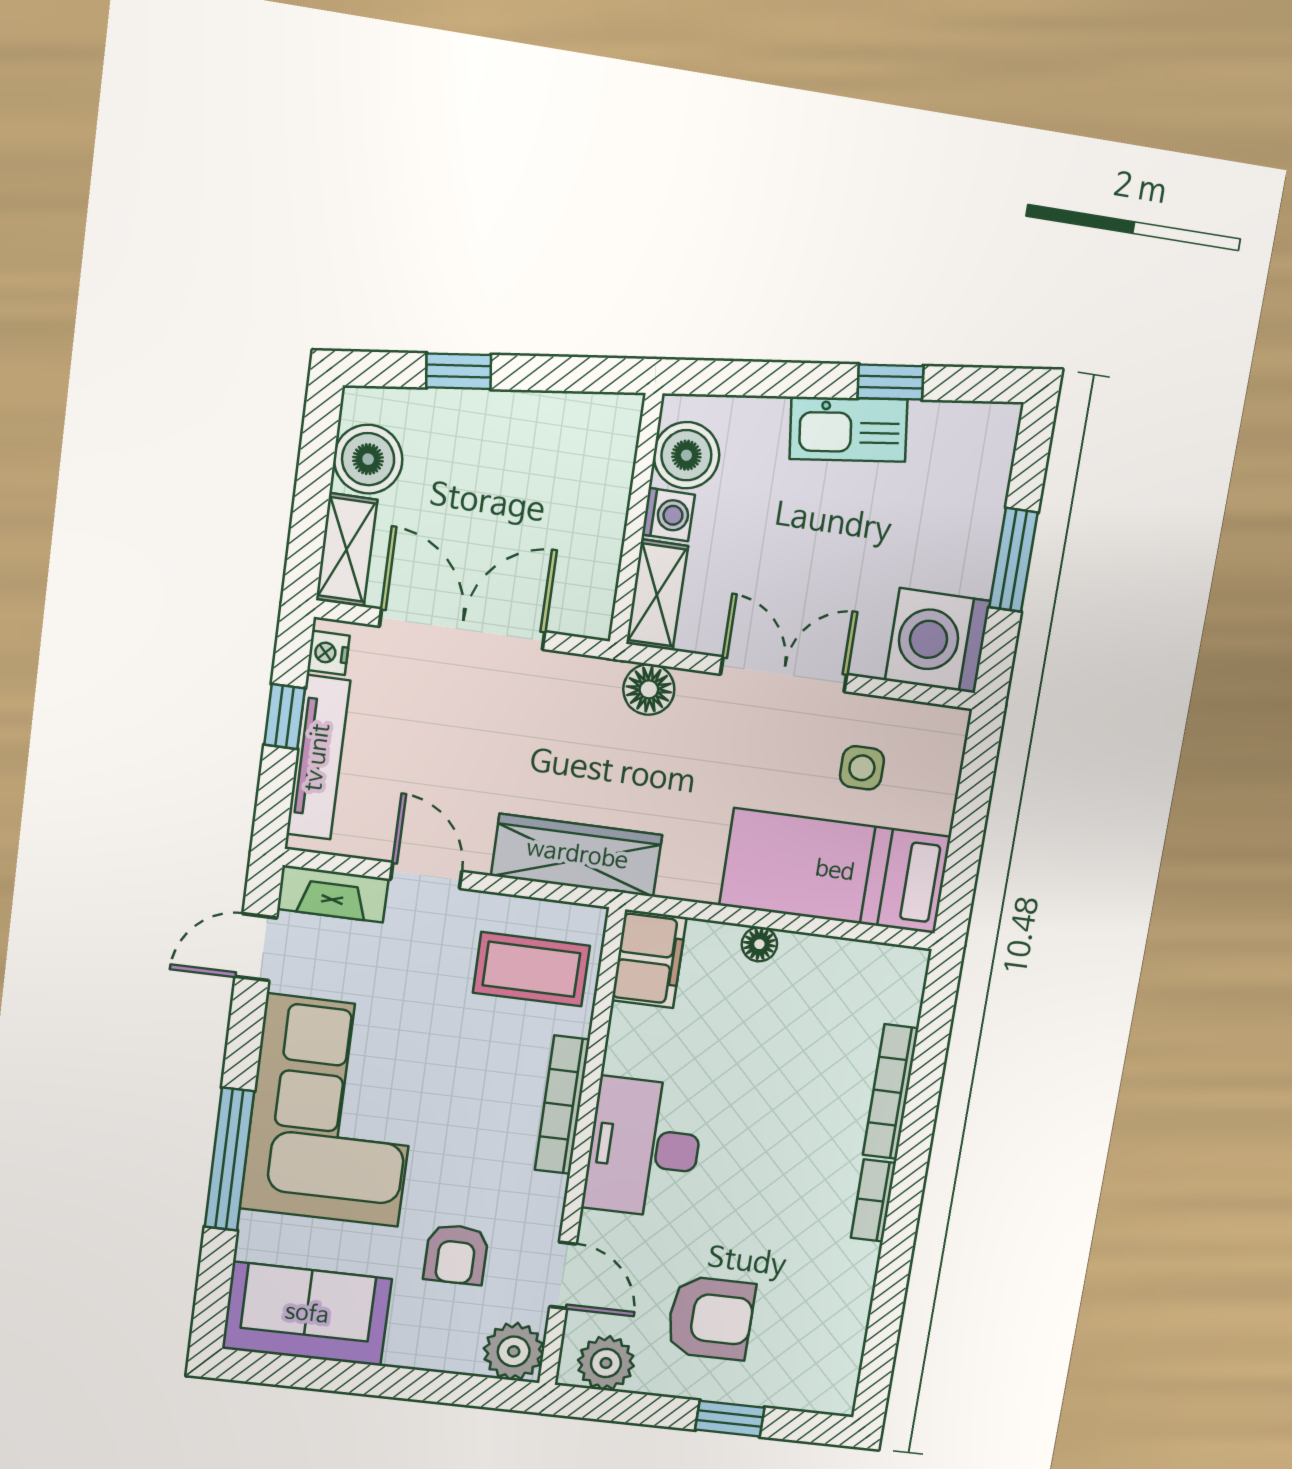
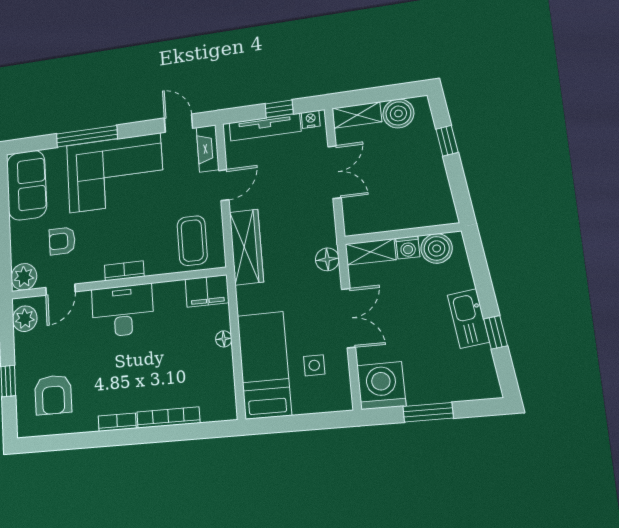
double door: (462, 629) -> (335, 172), width x0.73
bookcase: (562, 1105) -> (124, 271), width x0.64
armchair: (710, 1318) -> (53, 395), moved

